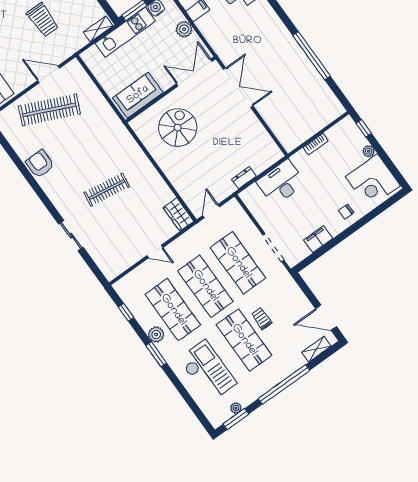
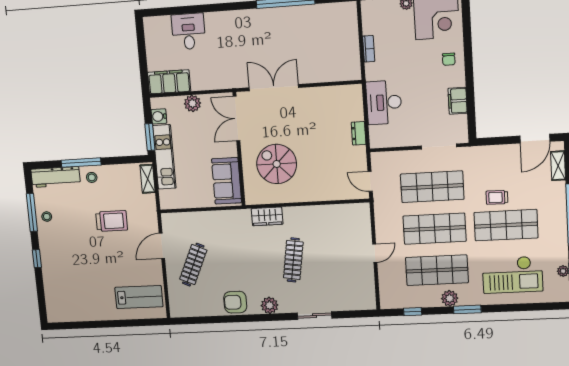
clothes rail: (49, 110) -> (193, 265), width x0.73, depth x0.76
plant: (56, 194) -> (270, 305), added
wardrobe: (178, 214) -> (267, 216), moved
checkout: (208, 371) -> (512, 275), turned 180

